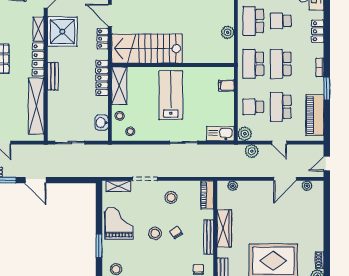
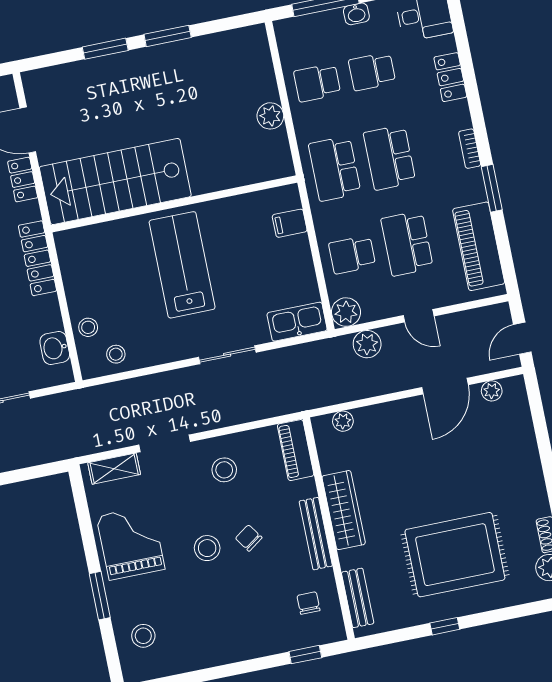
school desk: (253, 21) -> (317, 83), width x0.54
shelving: (119, 86) -> (75, 267), removed

